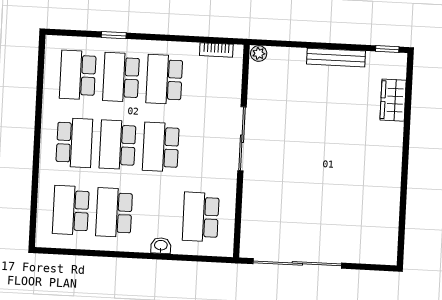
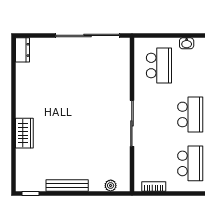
plant: (259, 54) -> (111, 186), moved
wardrobe: (393, 100) -> (24, 133), moved
dresser: (388, 248) -> (23, 50), added

